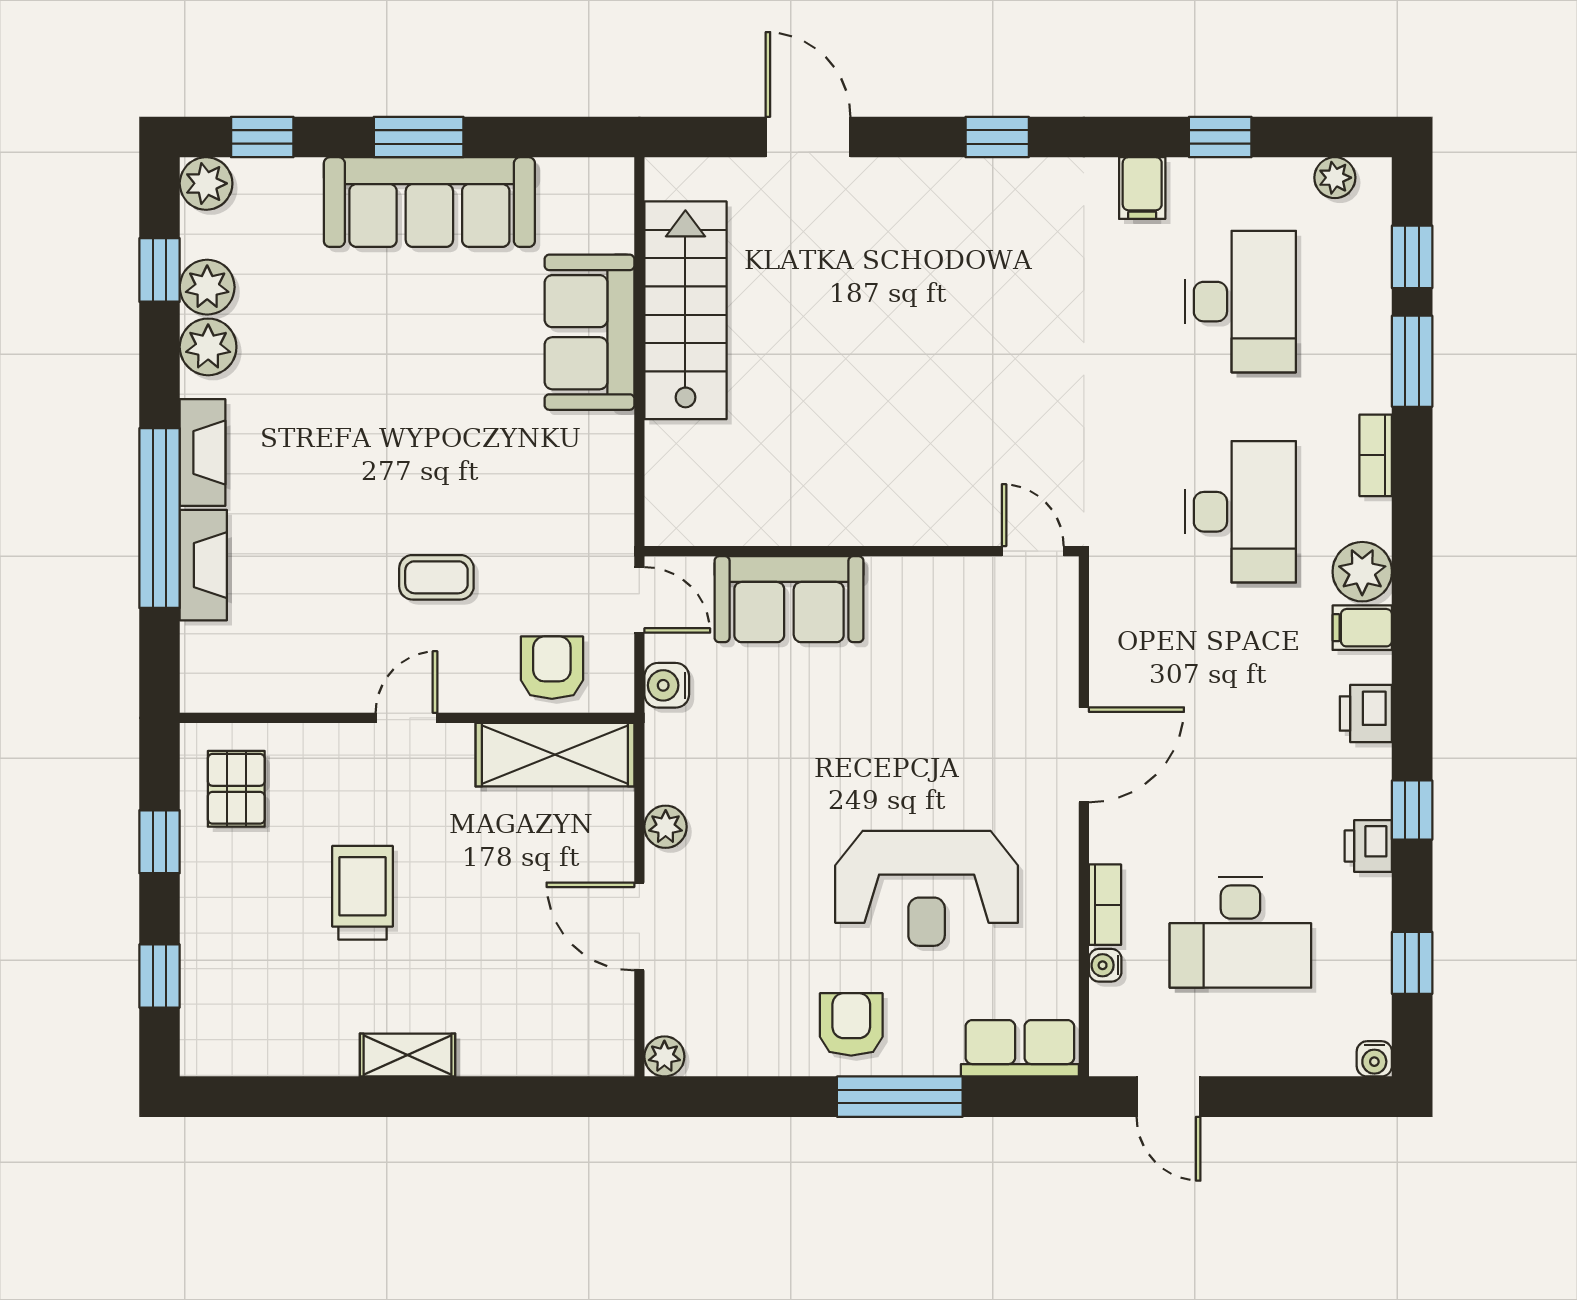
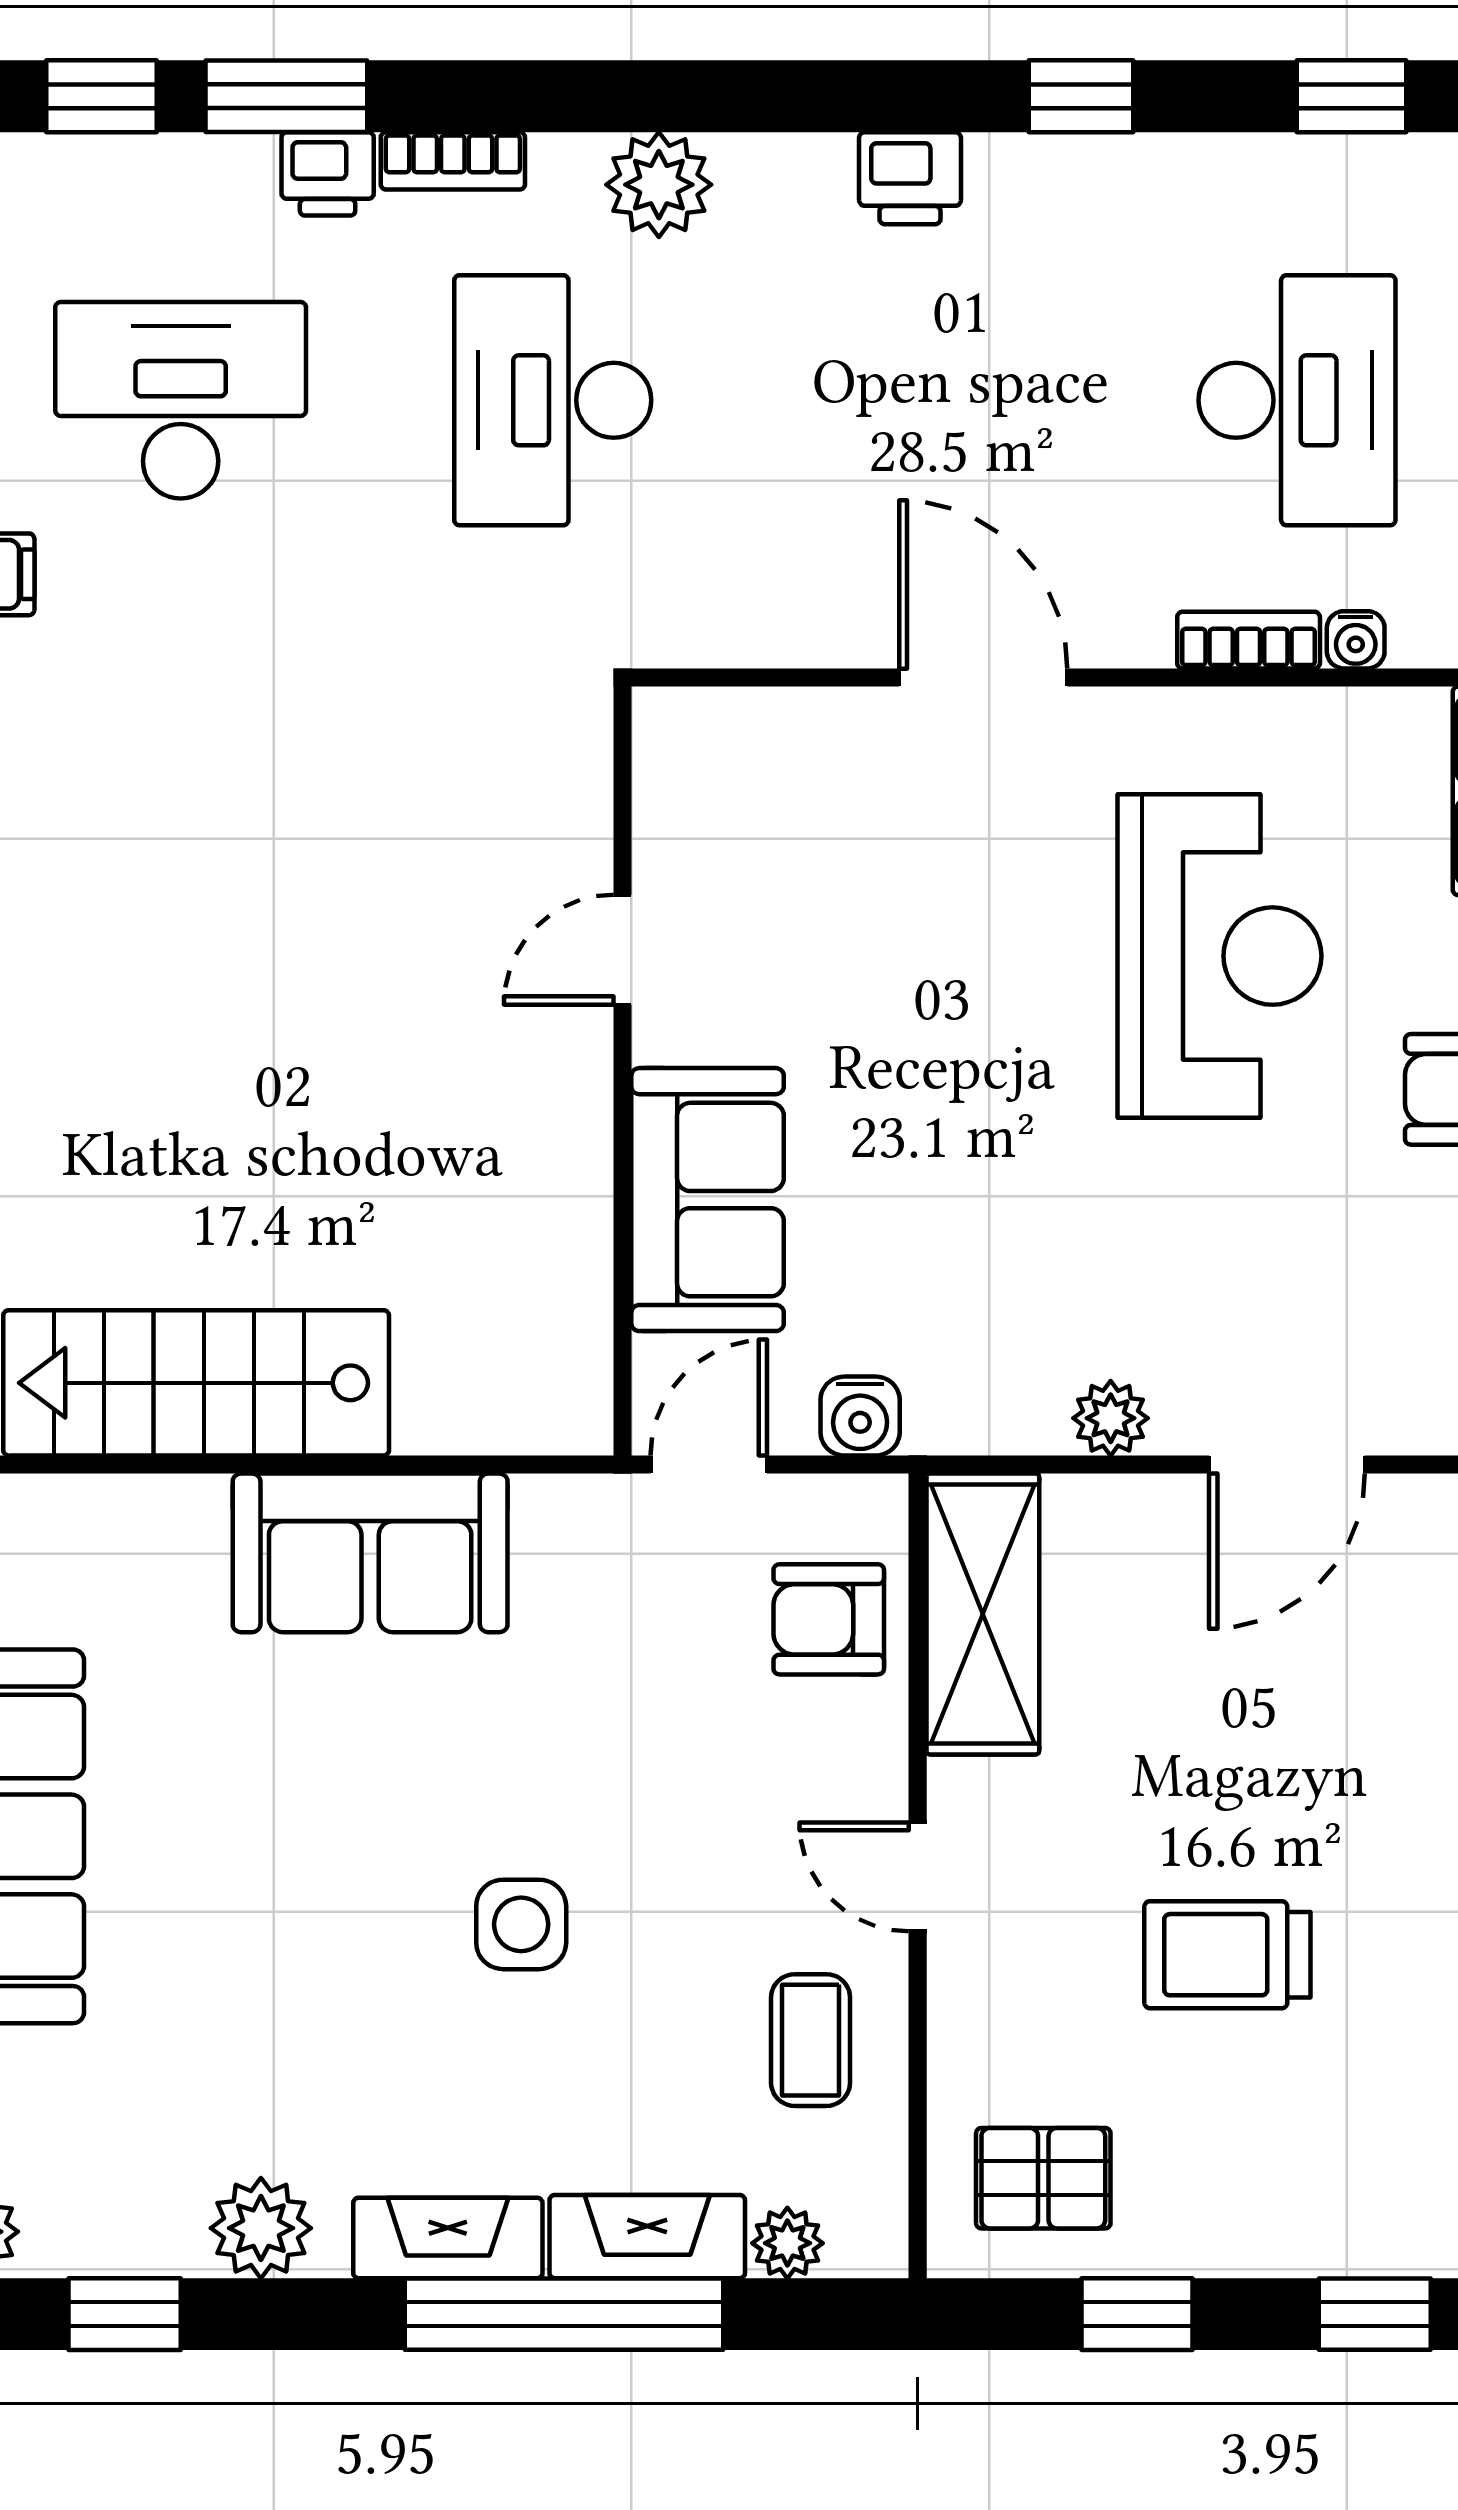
plant: (207, 287) -> (787, 2243), moved, width x0.73, depth x0.73
sofa: (589, 332) -> (370, 1553), moved
side table: (380, 494) -> (521, 1924), added
desk: (1240, 512) -> (553, 400), turned -90
door: (1033, 551) -> (623, 950), moved
coffee table: (436, 577) -> (811, 2040), moved
filing cabinet: (1362, 628) -> (758, 185), removed
printer: (1368, 846) -> (328, 174), moved

